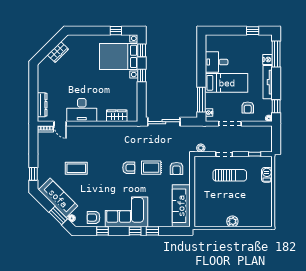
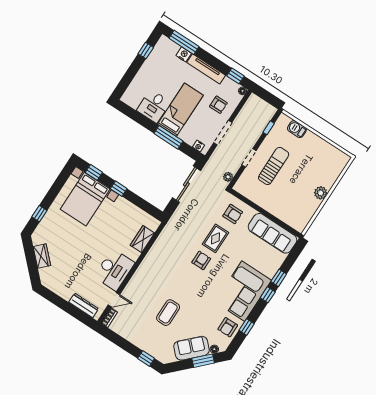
window: (116, 31) -> (39, 214), moved
window: (201, 100) -> (168, 137), moved
sliding door: (164, 122) -> (186, 184), moved
sofa: (58, 198) -> (192, 348), width x0.73

